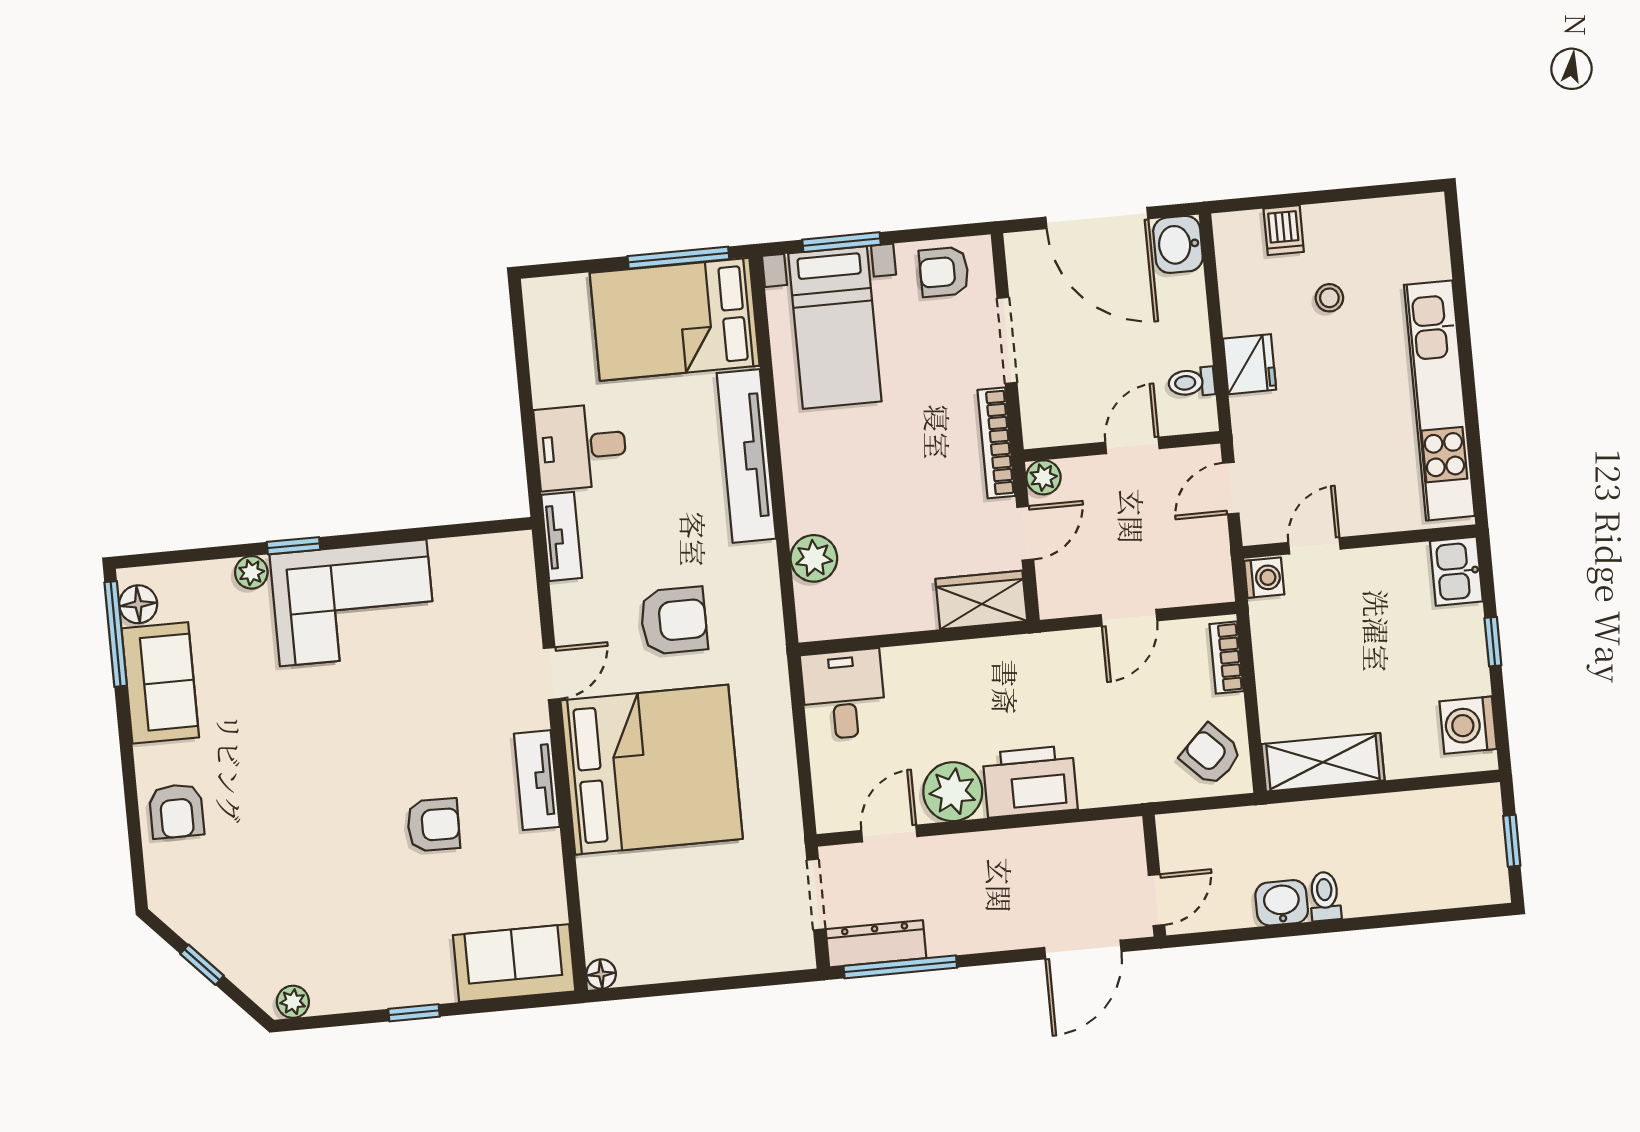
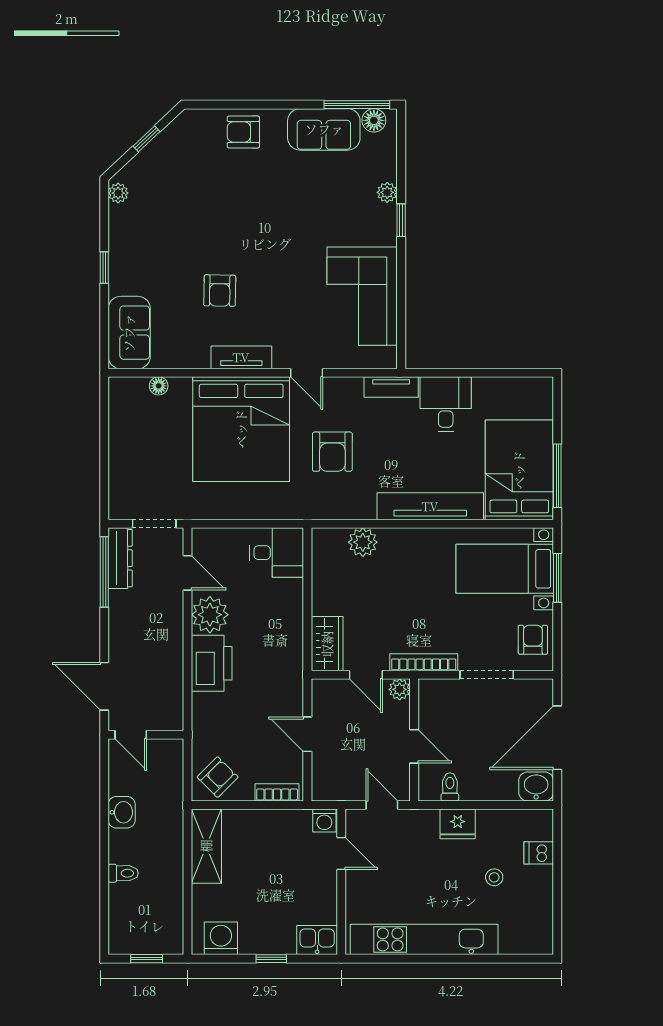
corner sofa: (353, 603) -> (362, 296), moved
toilet: (1325, 896) -> (123, 873), moved
floor lamp: (601, 974) -> (159, 386), moved

